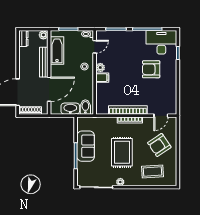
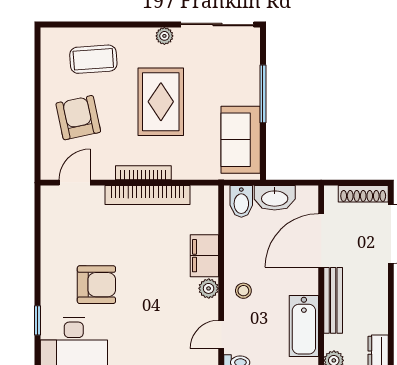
filing cabinet: (102, 78) -> (204, 256), width x2.00
armchair: (159, 145) -> (78, 118), turned -68
sofa: (86, 146) -> (241, 140), moved

